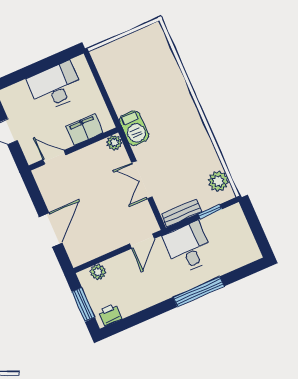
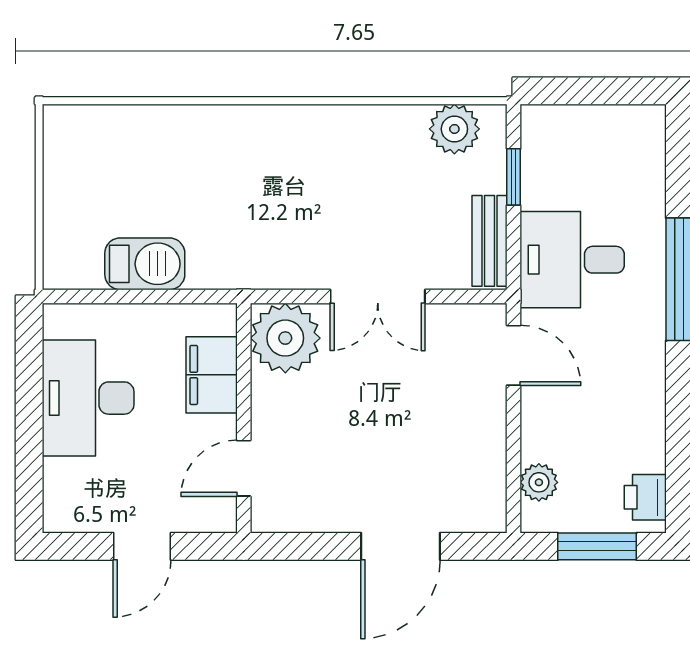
barbecue: (134, 128) -> (145, 264), moved
plant: (114, 143) -> (285, 338), width x1.88, depth x1.88
door: (51, 230) -> (401, 546), swing flipped

